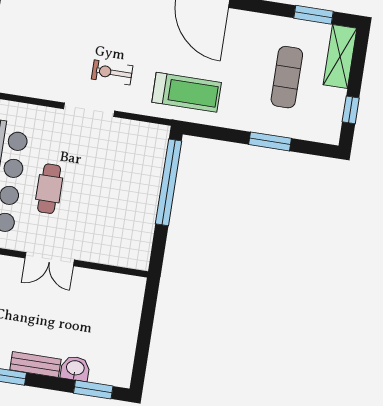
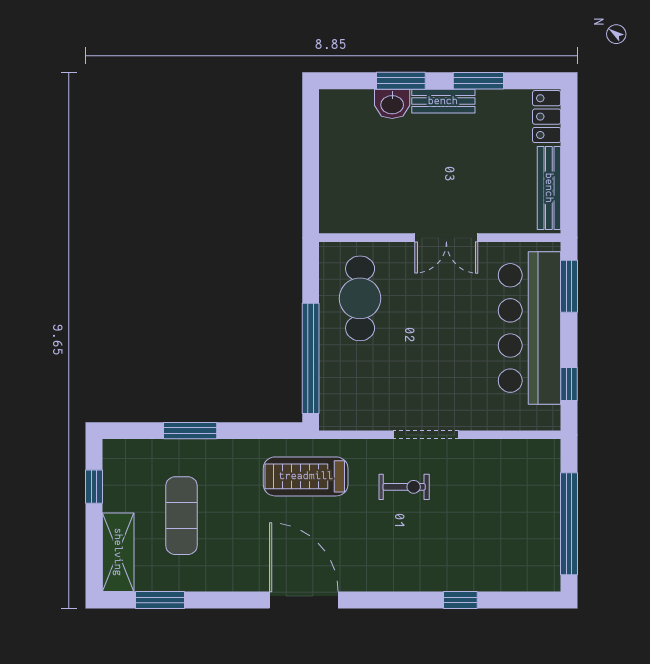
cafe table: (49, 189) -> (360, 298), moved, width x1.37, depth x1.35
double door: (50, 259) -> (446, 238), swing flipped
window: (93, 390) -> (401, 81), moved

